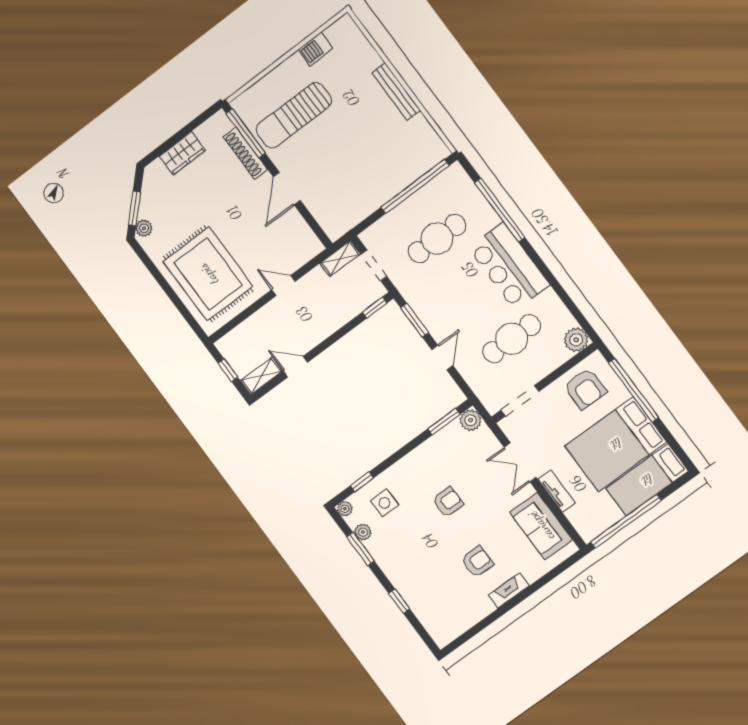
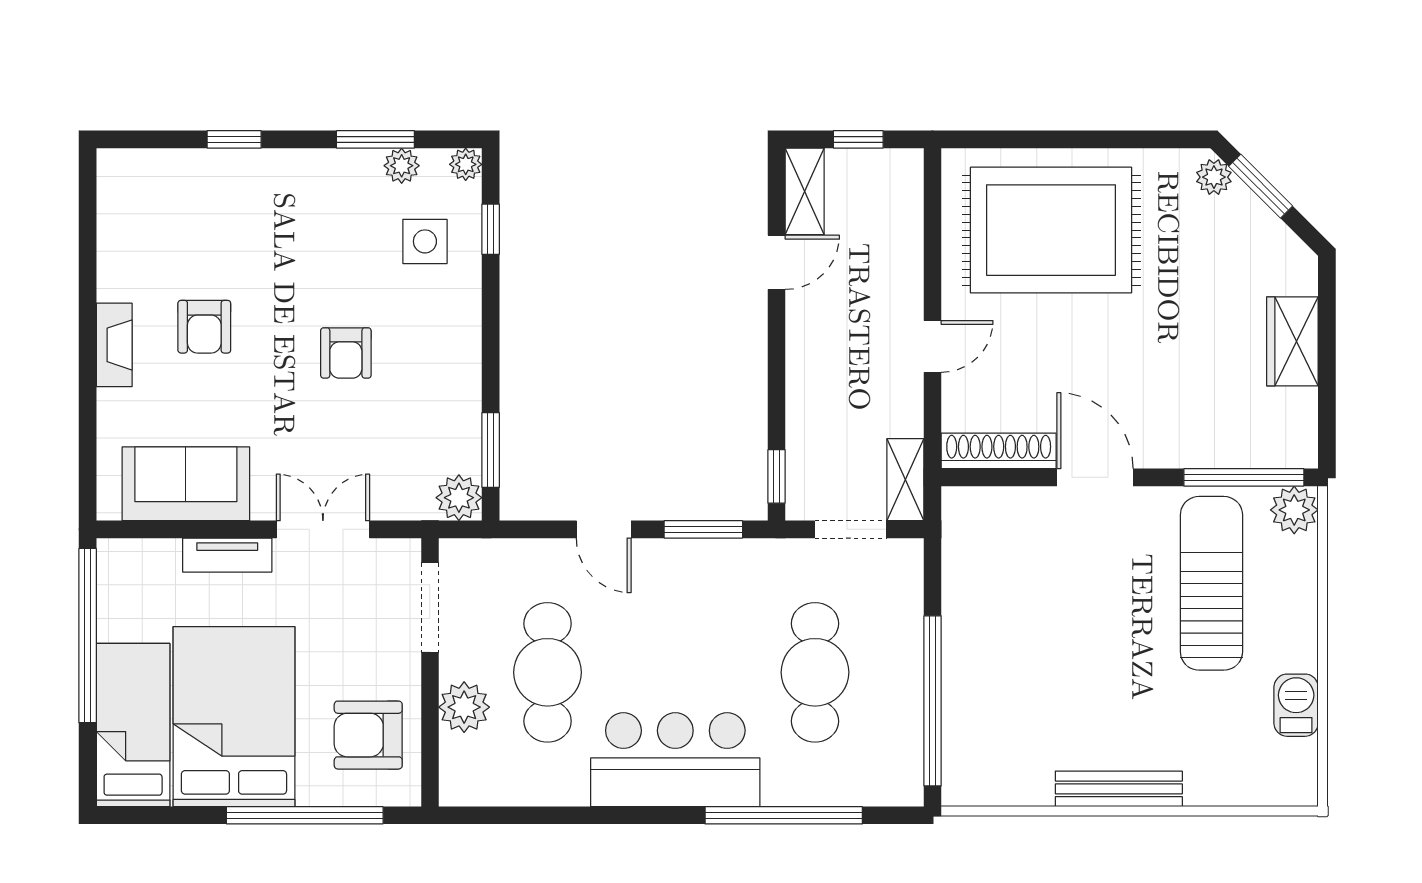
plant: (244, 105) -> (1294, 510), added
shoe rack: (245, 153) -> (999, 451), moved
plant: (576, 340) -> (464, 707), moved

